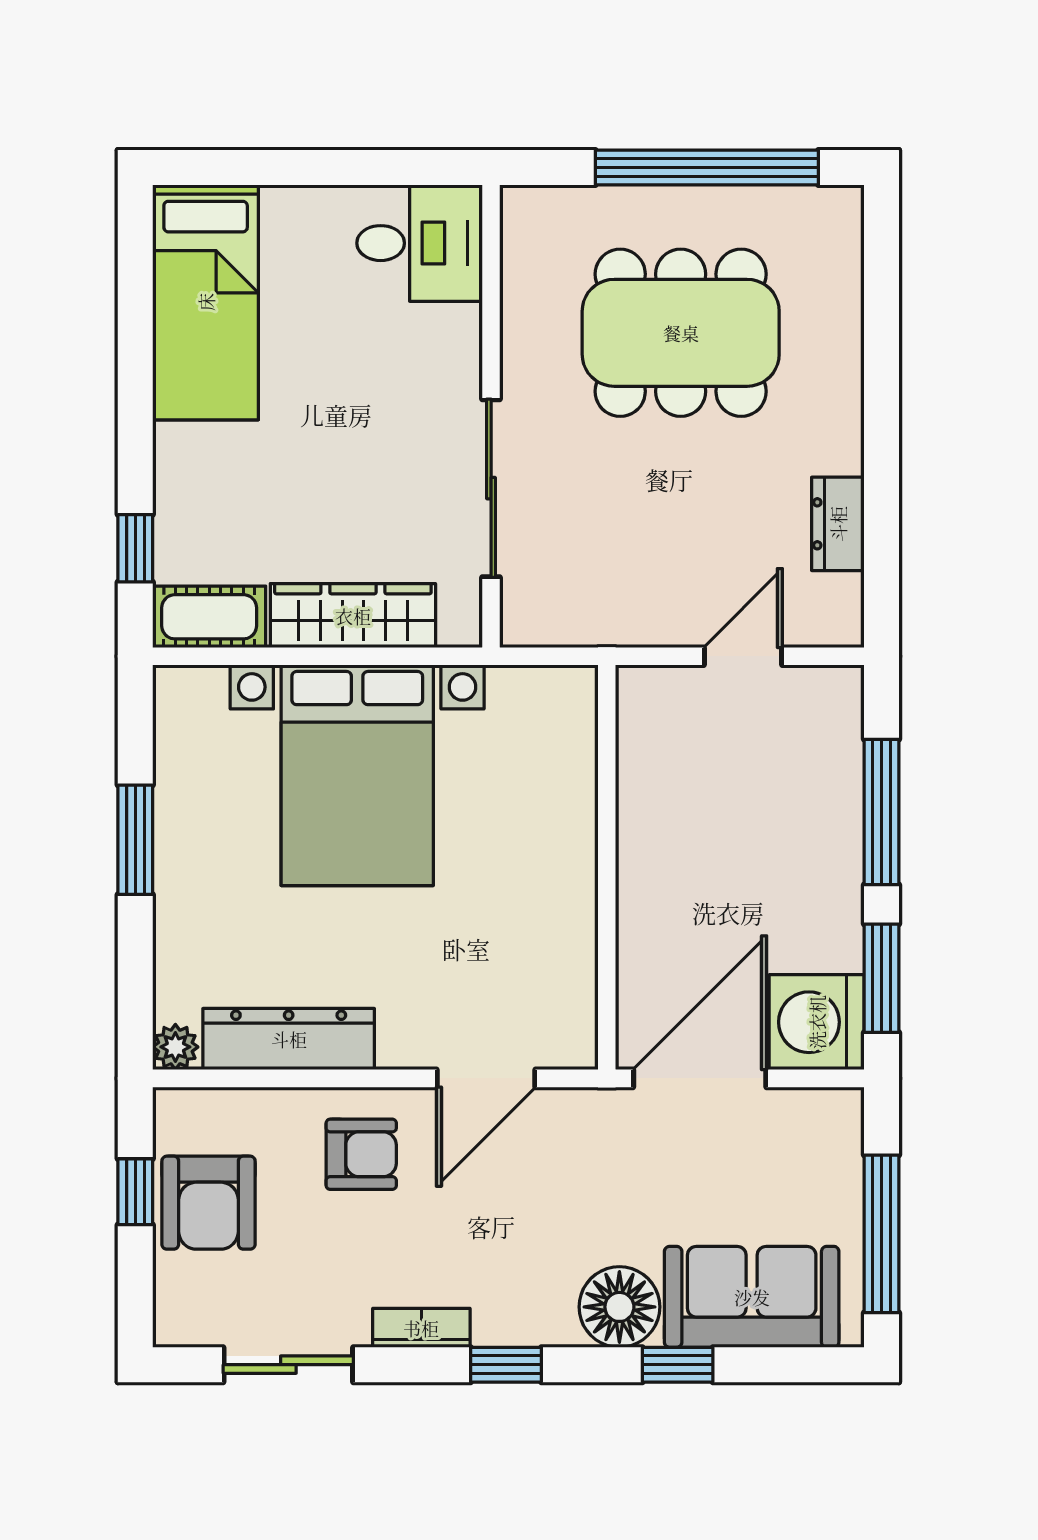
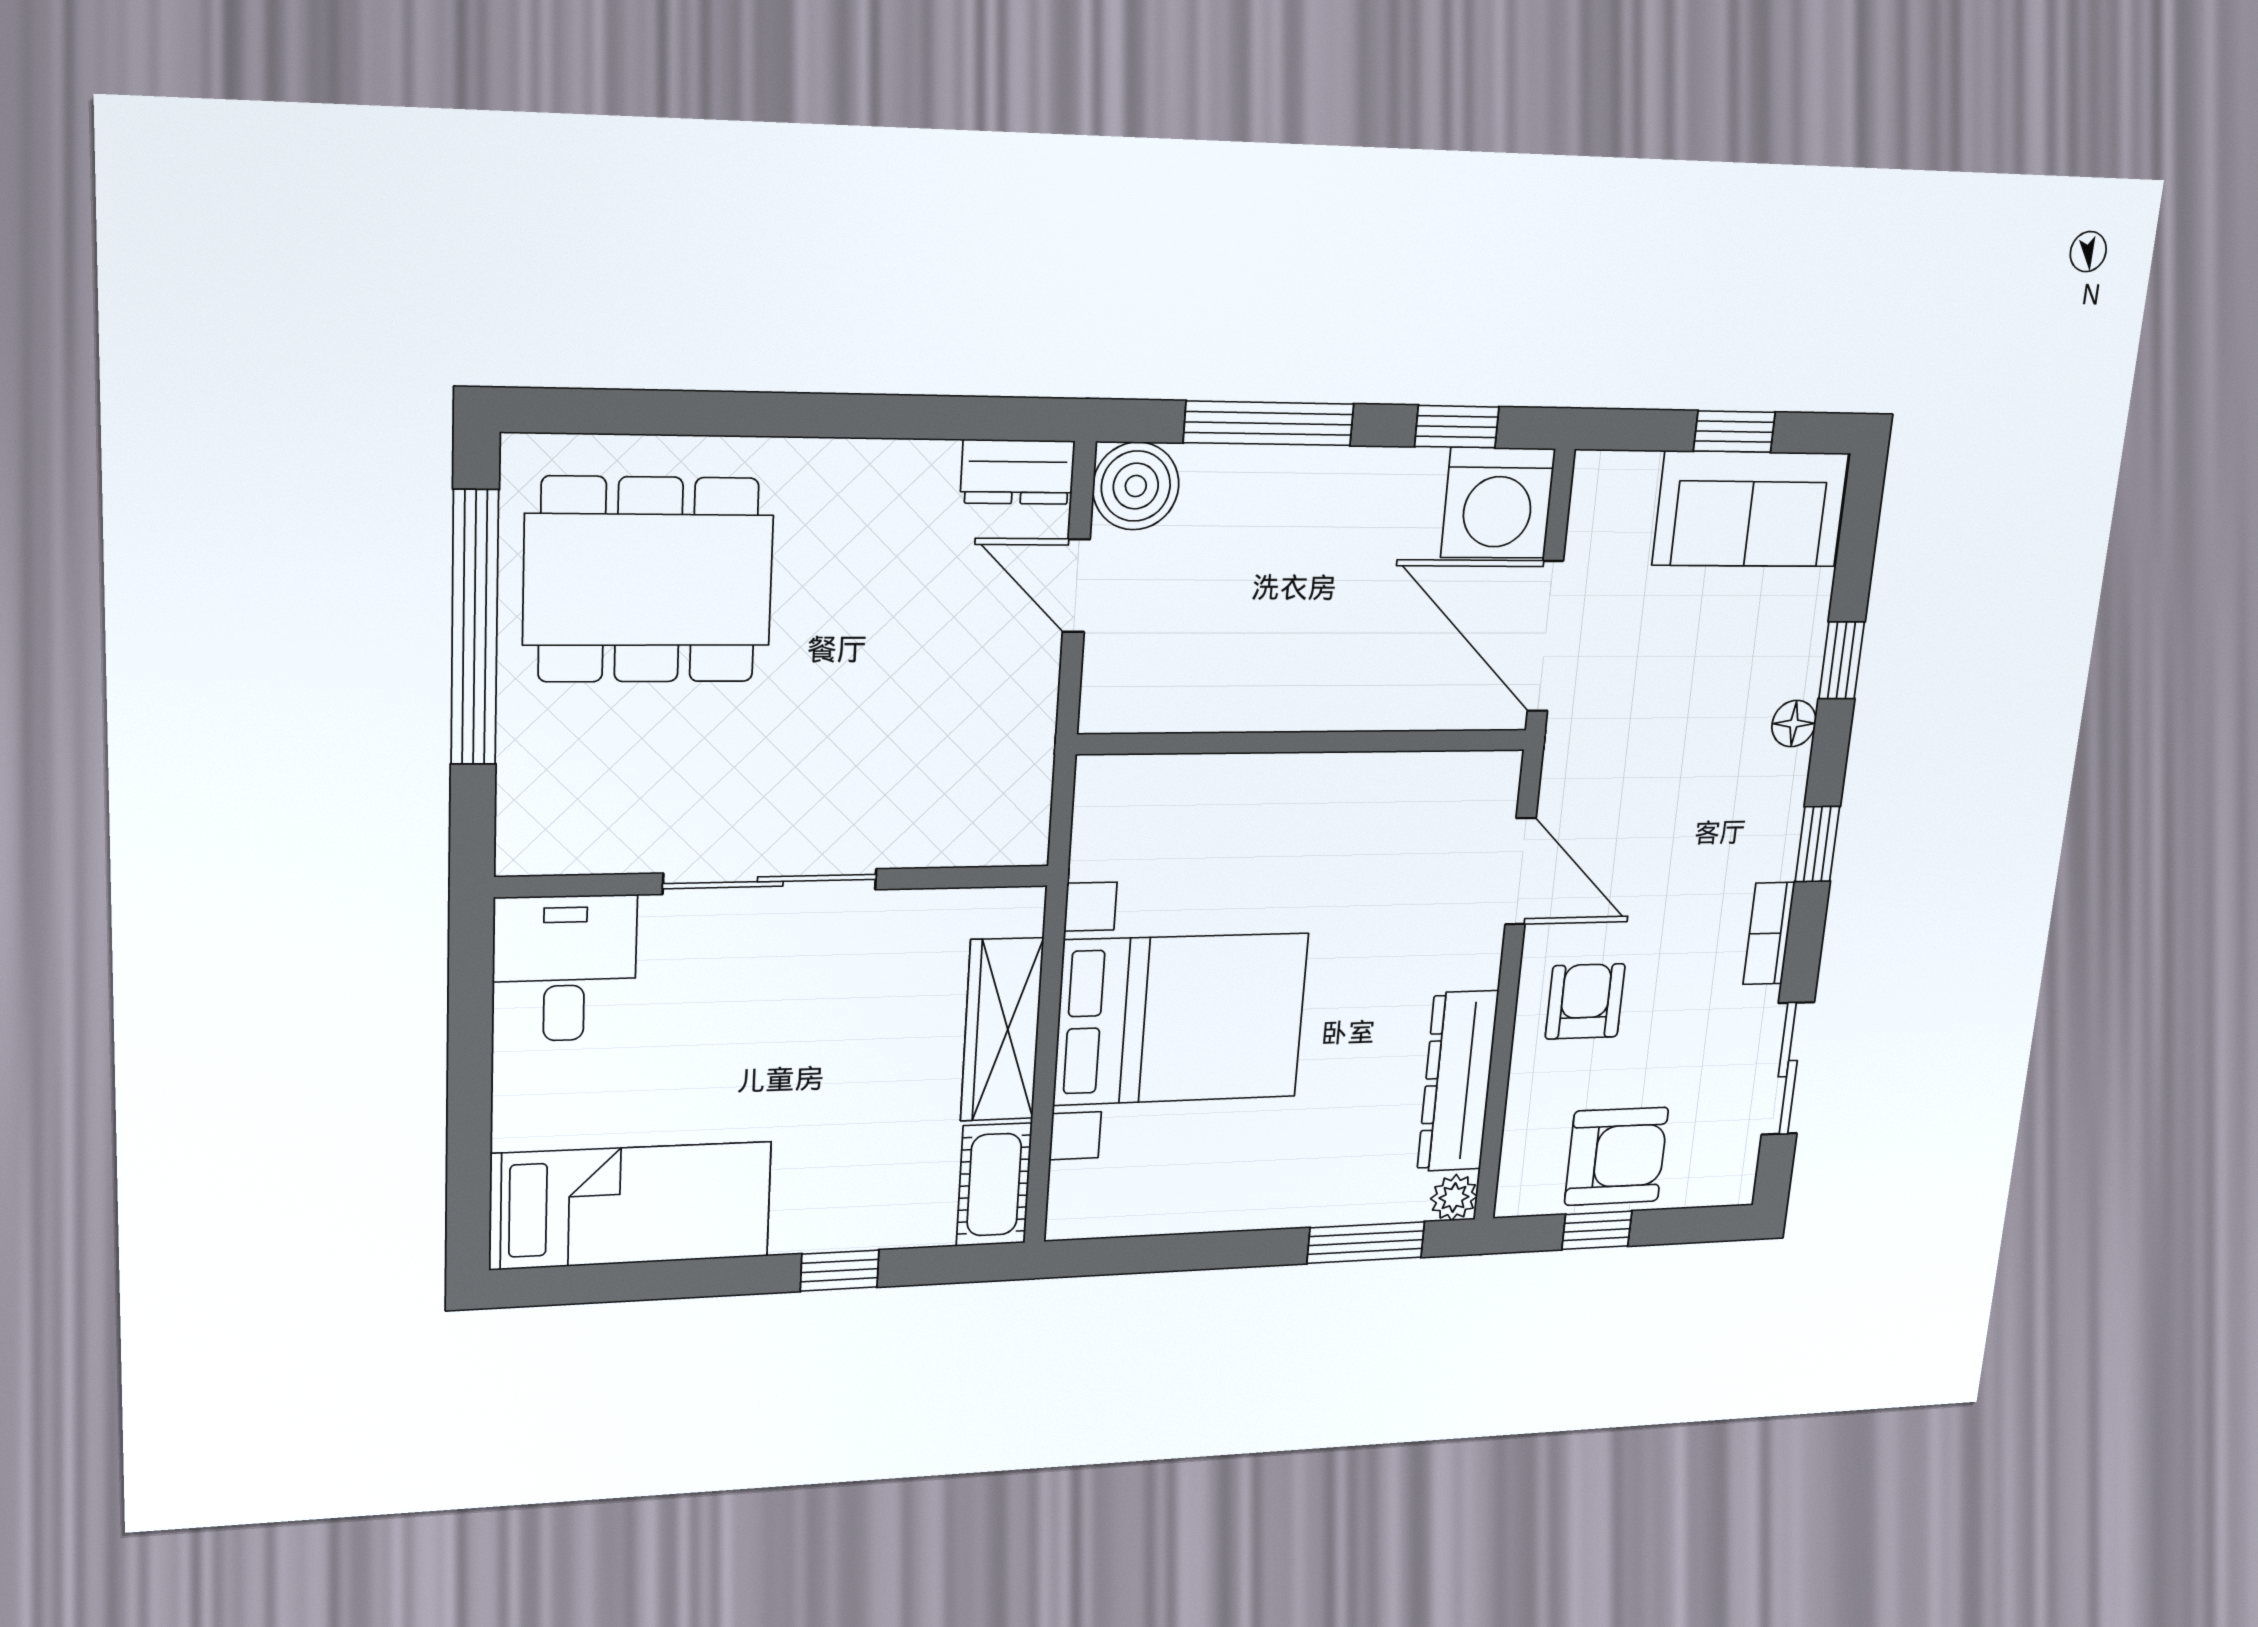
dining table: (681, 333) -> (648, 580), moved, turned 90
sliding door: (491, 488) -> (770, 881), moved
dresser: (838, 524) -> (1018, 472), moved
window: (135, 548) -> (840, 1271), moved
boiler: (827, 702) -> (1136, 486), added
window: (135, 840) -> (1366, 1243), moved
window: (881, 978) -> (1457, 427), width x0.67
window: (881, 1234) -> (1734, 432), width x0.46
sofa: (752, 1297) -> (1750, 509), moved, turned -90
floor lamp: (619, 1307) -> (1794, 724), width x0.53, depth x0.53

